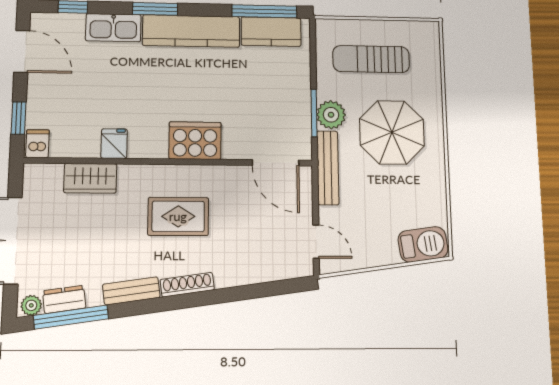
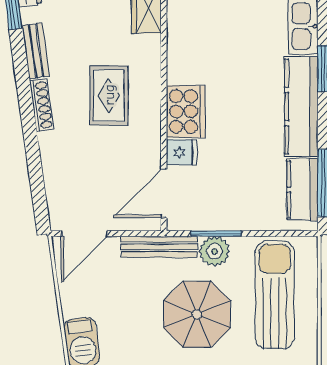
sun lounger: (371, 59) -> (275, 295), width x1.36, depth x1.34
fridge: (114, 144) -> (182, 152), moved
door: (316, 242) -> (84, 234), width x1.38

